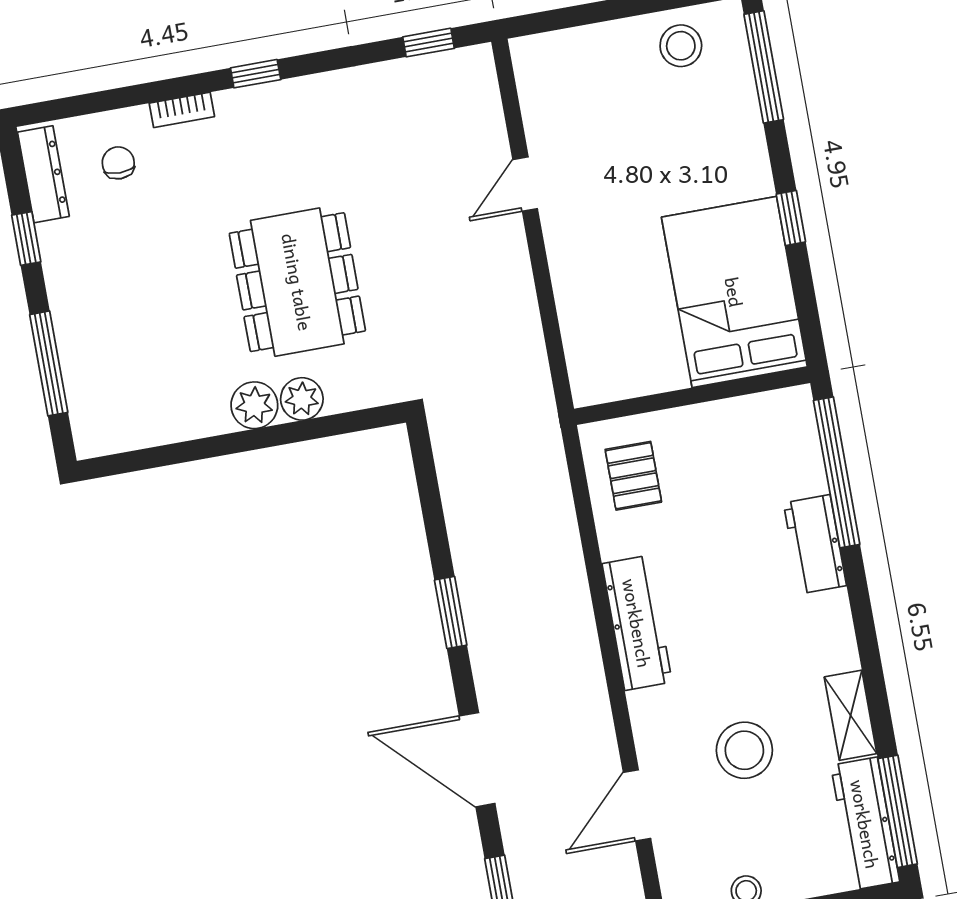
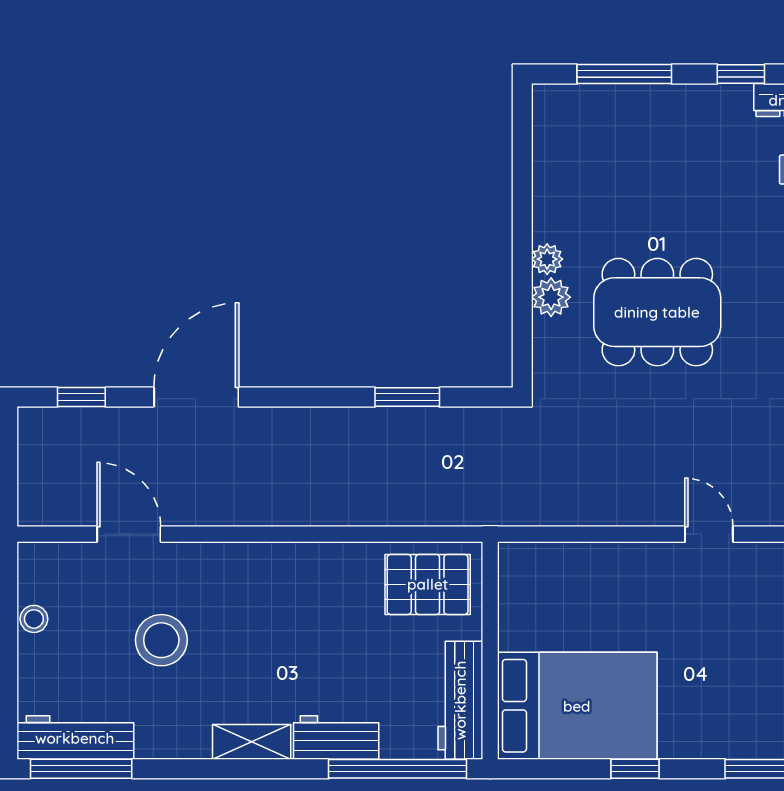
plant: (254, 405) -> (547, 259), width x0.73, depth x0.73
pallet: (633, 476) -> (428, 584), width x1.50, depth x1.42
window: (451, 612) -> (407, 397), moved
workbench: (637, 623) -> (460, 700), moved, turned 90
shelving: (851, 715) -> (252, 742), moved

